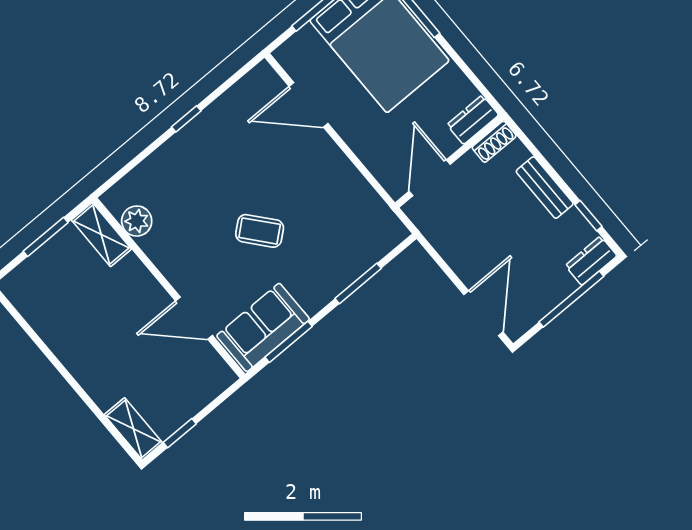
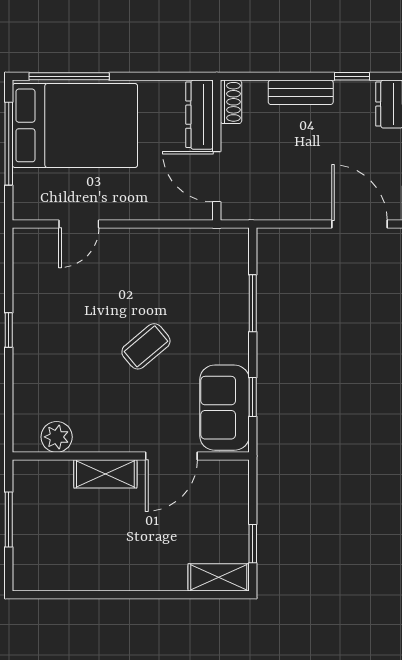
door: (309, 105) -> (79, 224), width x0.73
dresser: (473, 120) -> (199, 115), width x1.44
shelving: (101, 235) -> (105, 474), moved
window: (289, 342) -> (253, 397), width x0.67

